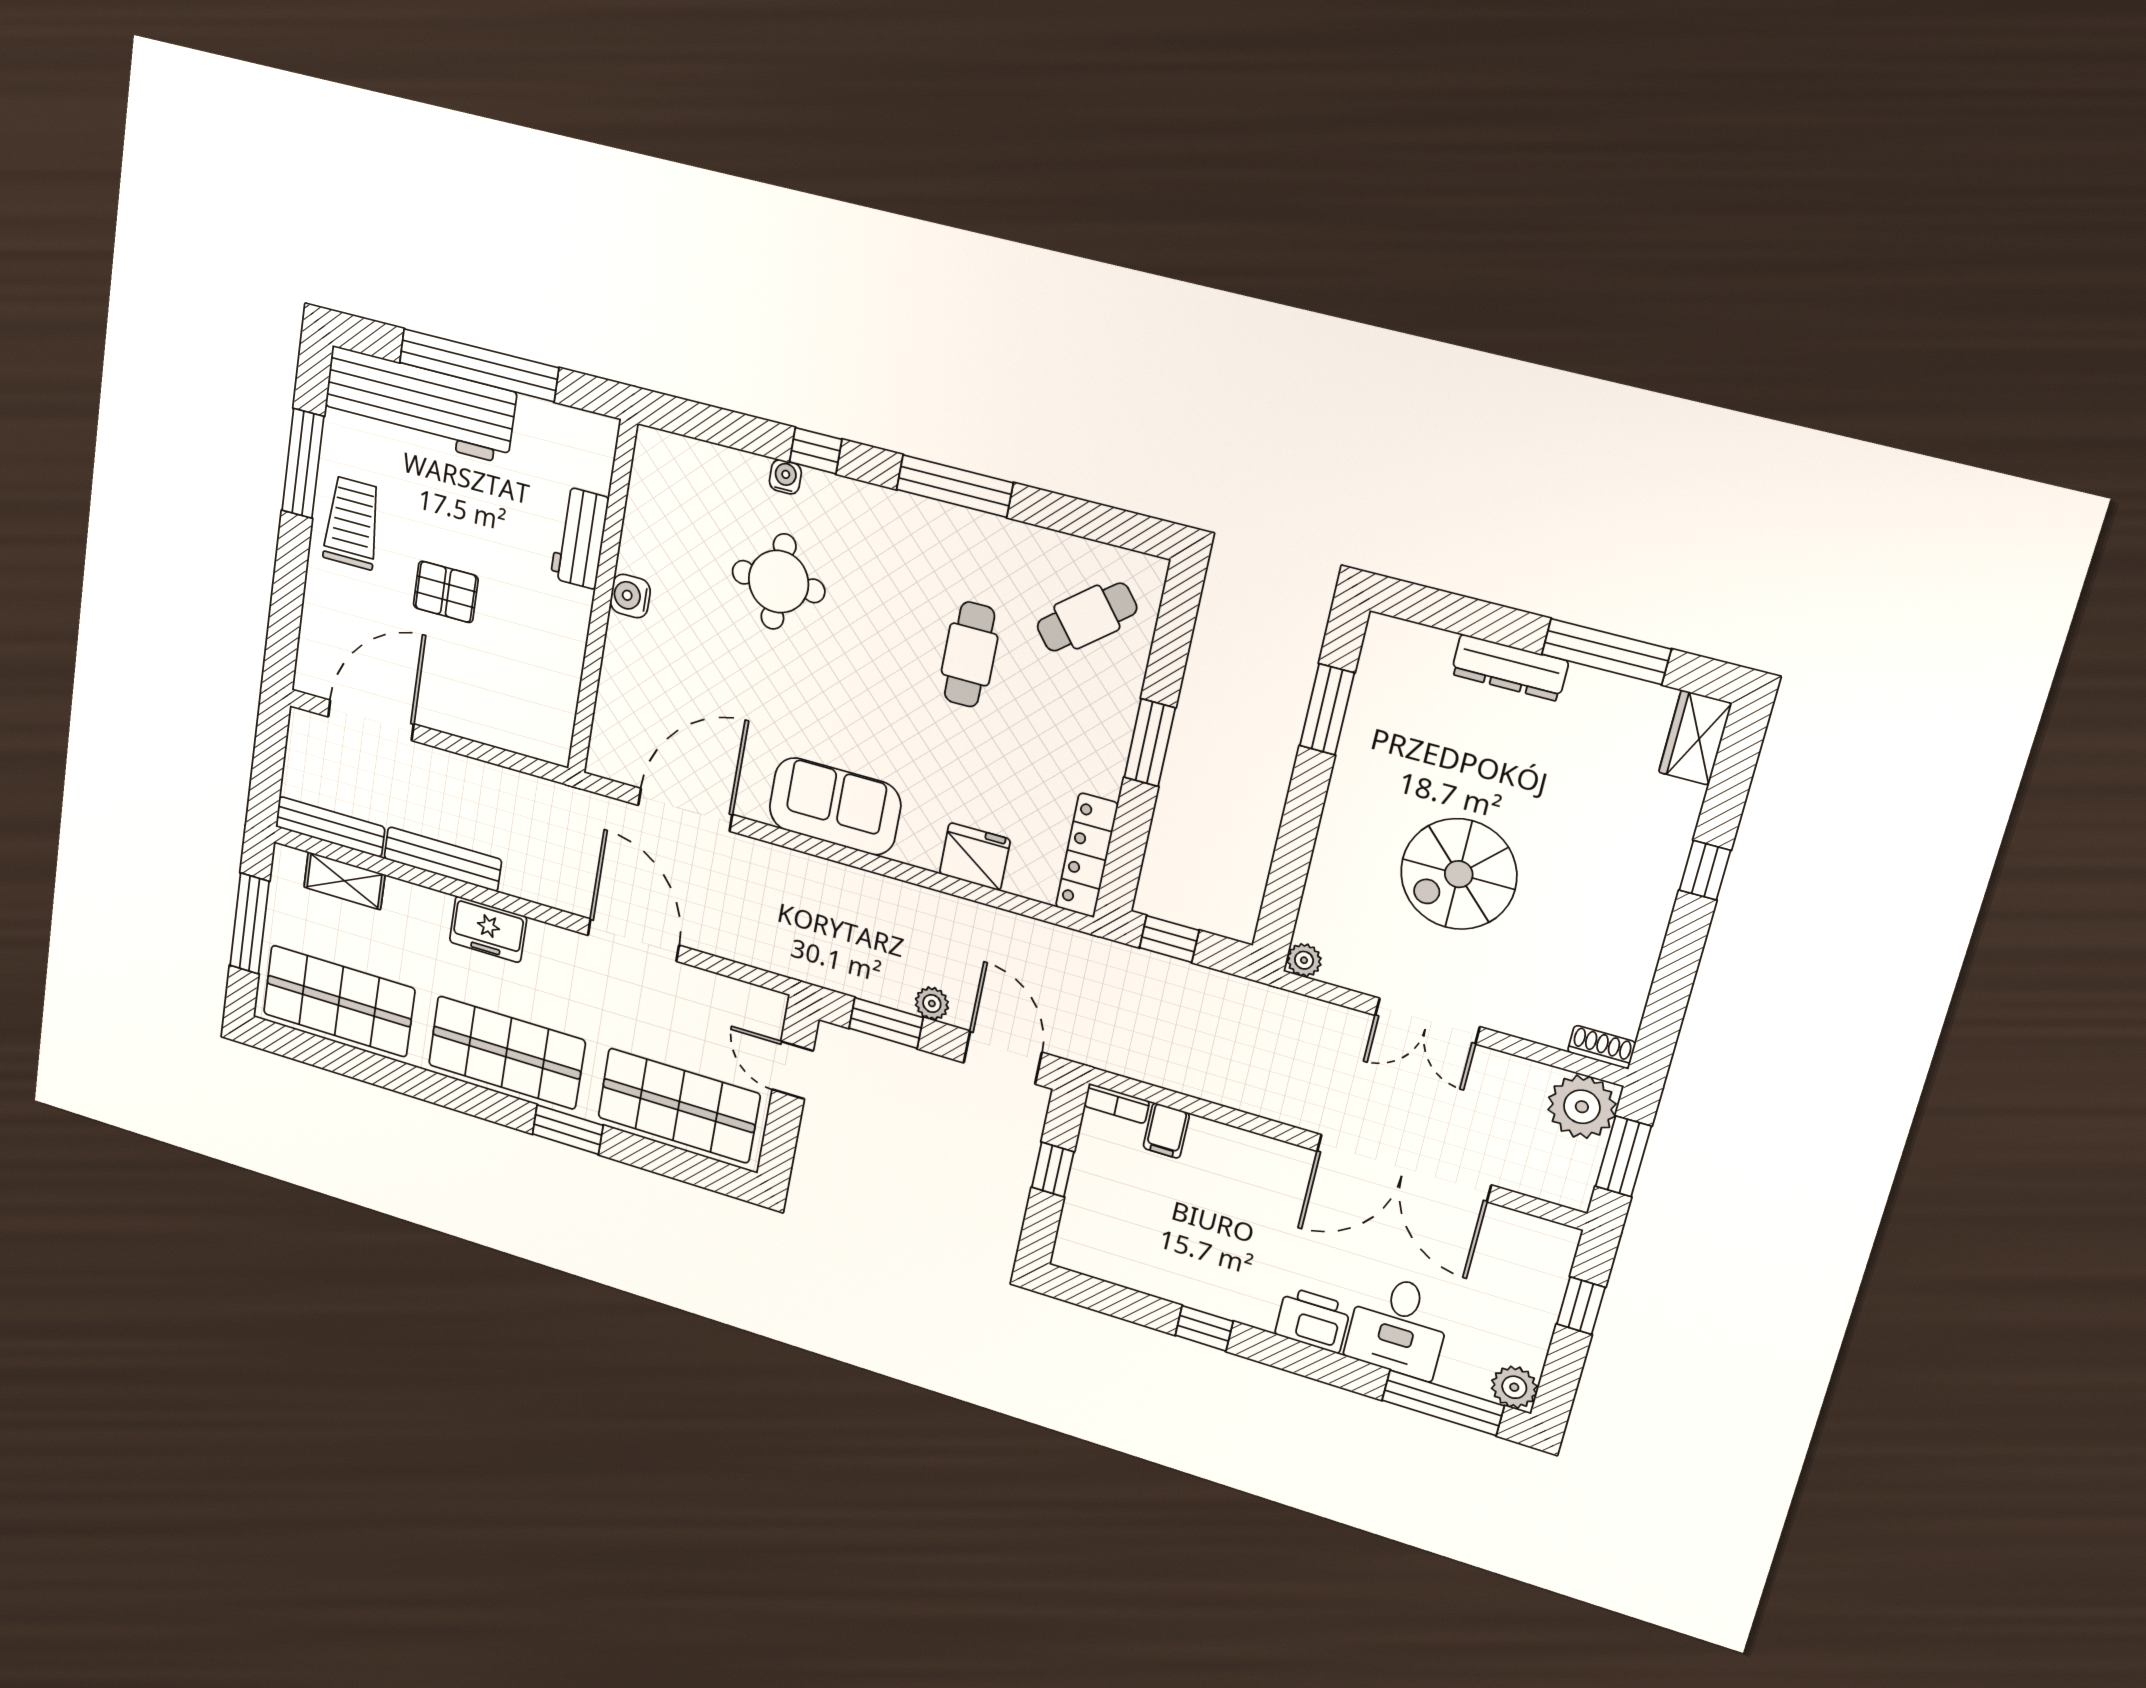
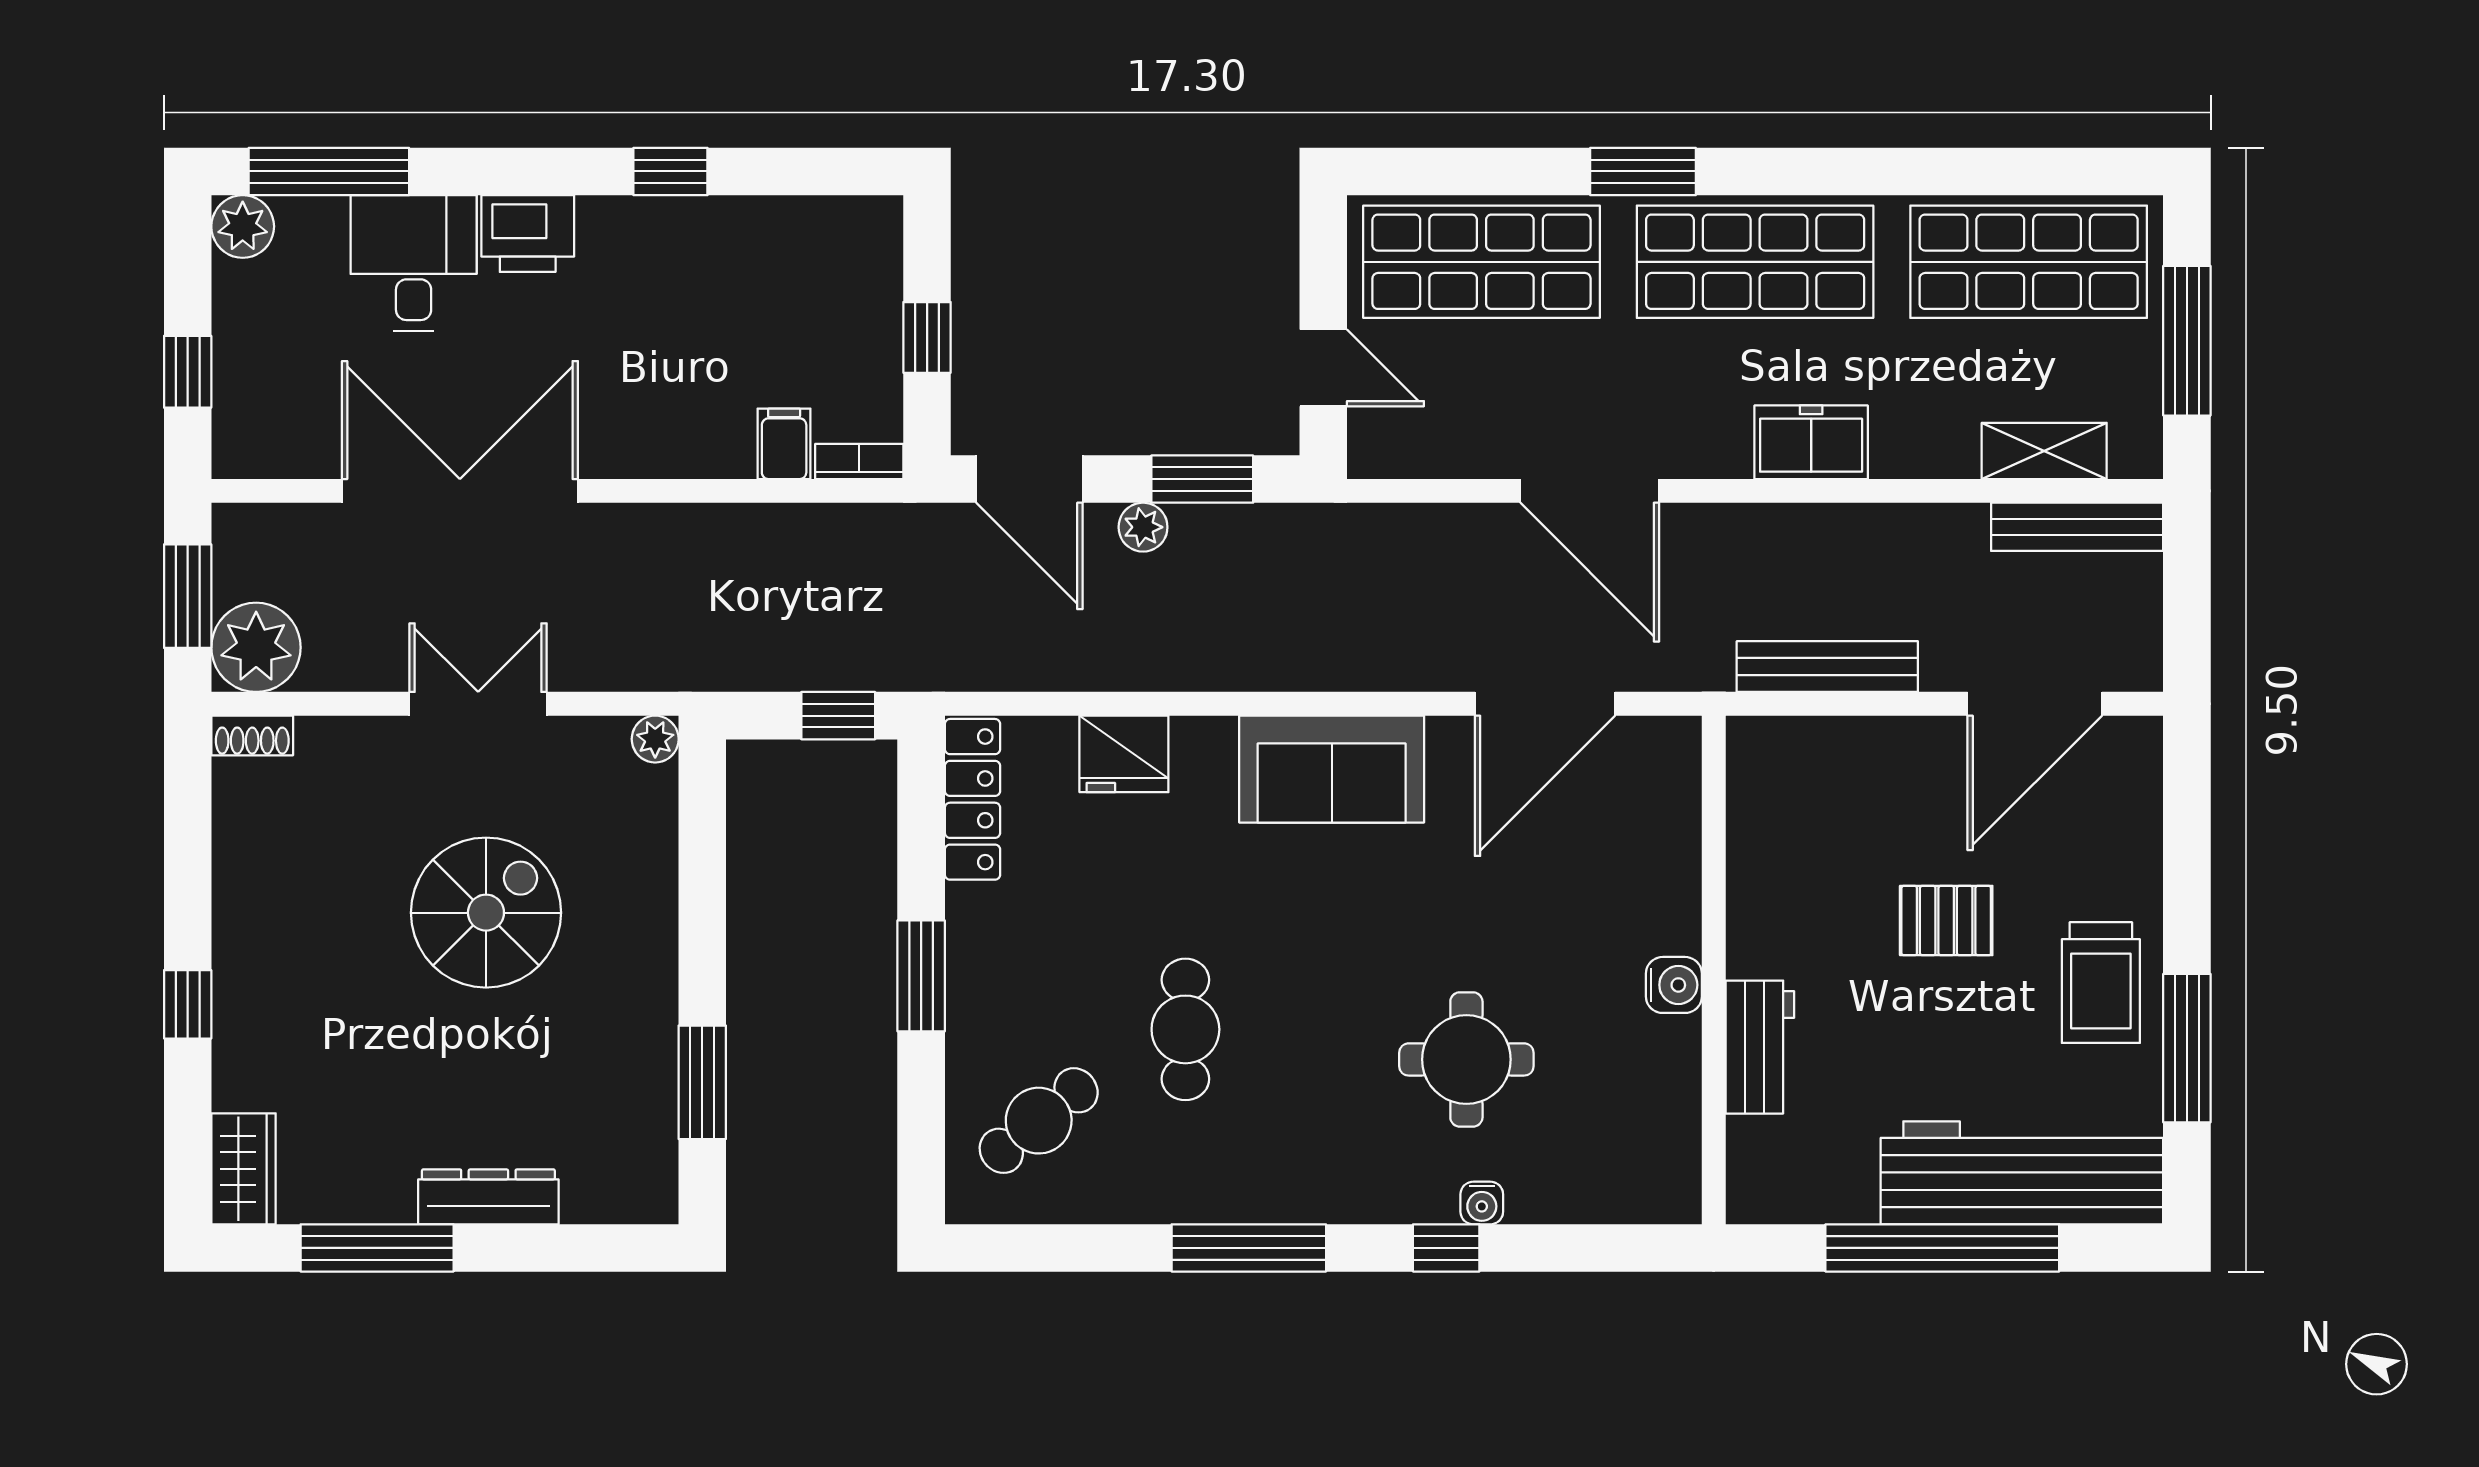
bench: (443, 859) -> (1827, 667), moved

